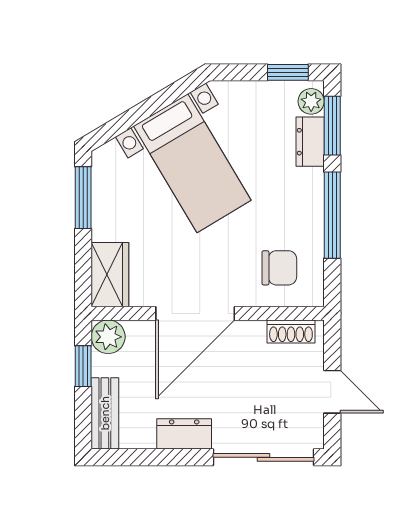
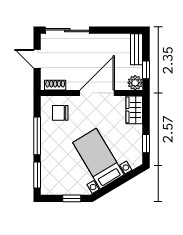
window: (288, 72) -> (72, 198), moved
plant: (311, 101) -> (46, 186), removed
dresser: (310, 142) -> (47, 168), removed
window: (83, 198) -> (146, 144), width x0.67
dresser: (184, 434) -> (102, 40), removed

